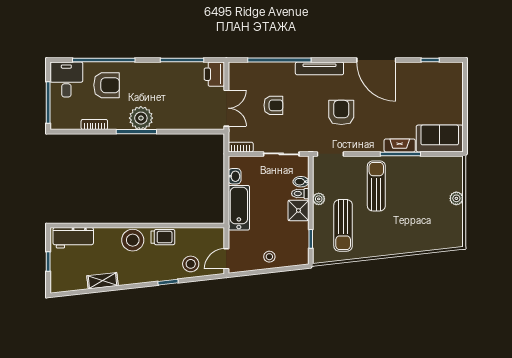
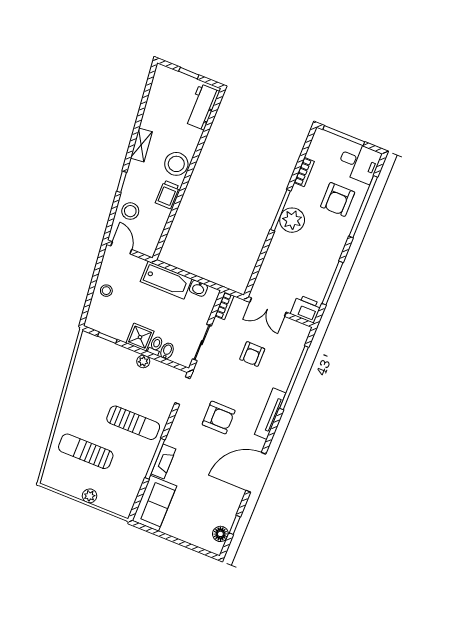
floor lamp: (443, 69) -> (220, 534), added
sun lounger: (343, 225) -> (86, 451), moved
shelving: (103, 281) -> (141, 145), moved

